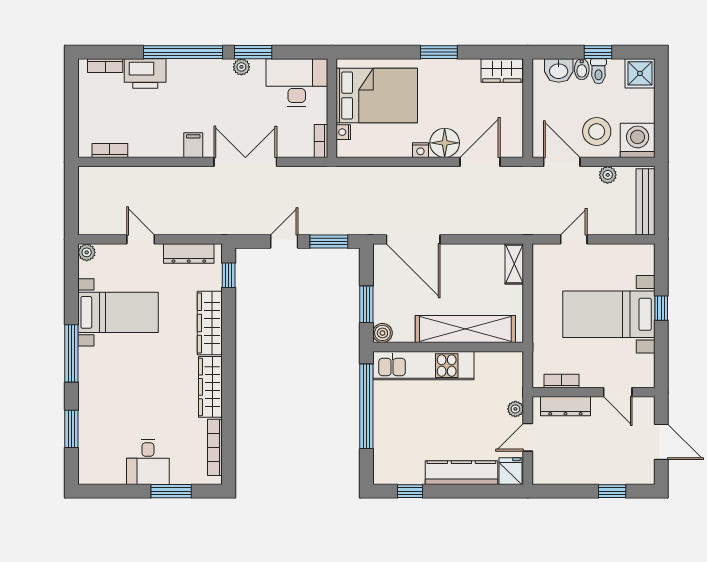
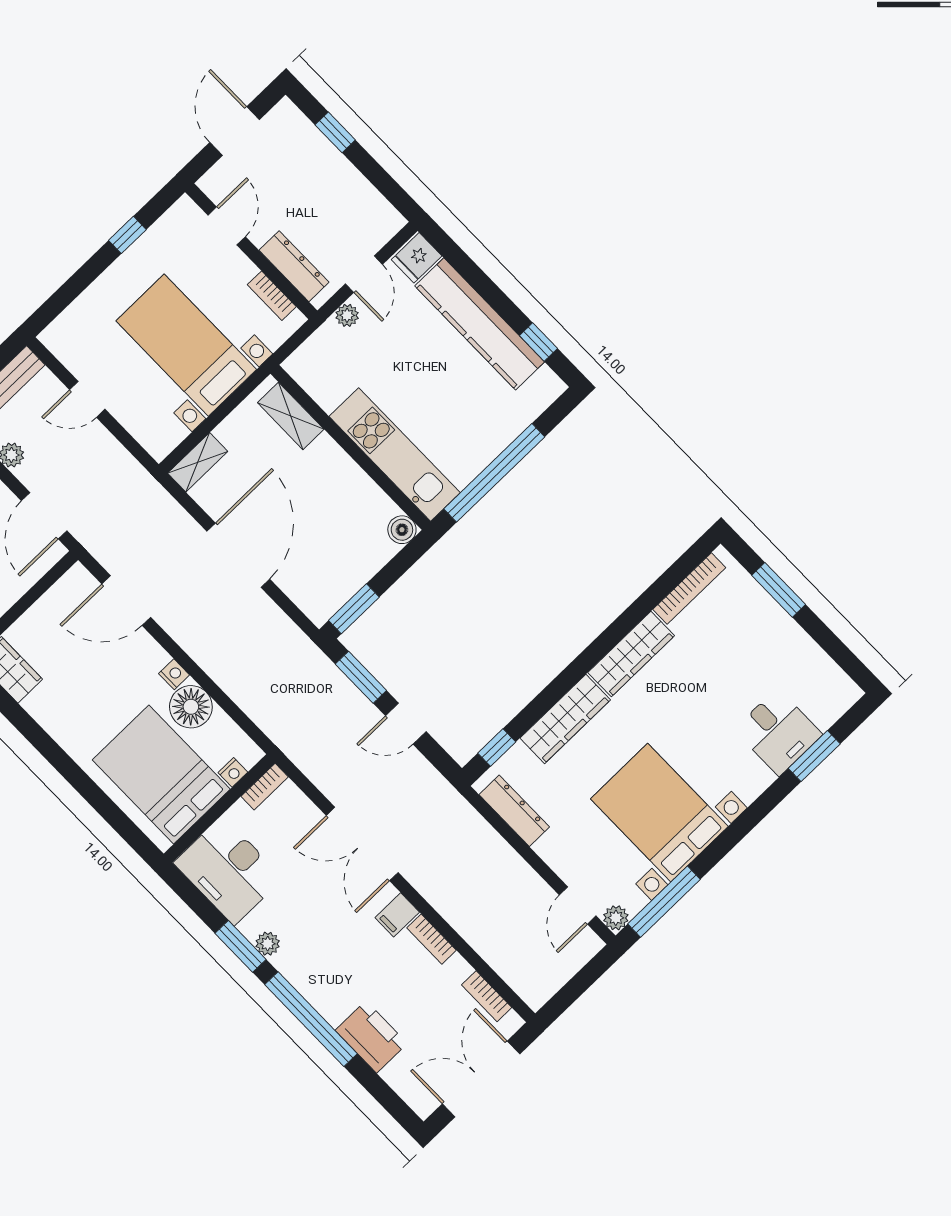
window: (439, 52) -> (54, 754), removed
bookcase: (105, 66) -> (432, 939), moved, turned 180
double door: (71, 108) -> (481, 1079), added
floor lamp: (445, 143) -> (191, 707), moved
door: (141, 239) -> (578, 905), moved
door: (413, 239) -> (238, 555), moved
door: (574, 239) -> (87, 399), moved
window: (366, 304) -> (354, 609), moved
window: (661, 308) -> (127, 235), moved
bed with nightstands: (118, 312) -> (659, 813), width x1.36
bed with nightstands: (609, 314) -> (186, 345), moved, turned 180
shelving: (465, 329) -> (291, 416), width x0.45, depth x0.75
window: (71, 353) -> (664, 902), moved
door: (528, 437) -> (364, 274), hinge flipped
desk: (148, 462) -> (778, 732), moved, turned 90
kitchen counter: (461, 473) -> (480, 324), width x1.39, depth x1.17

